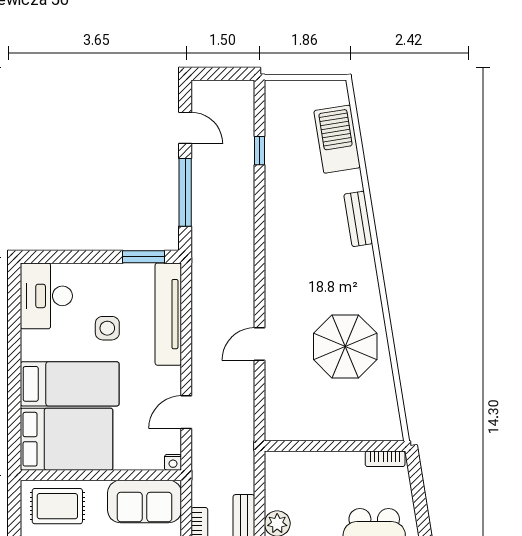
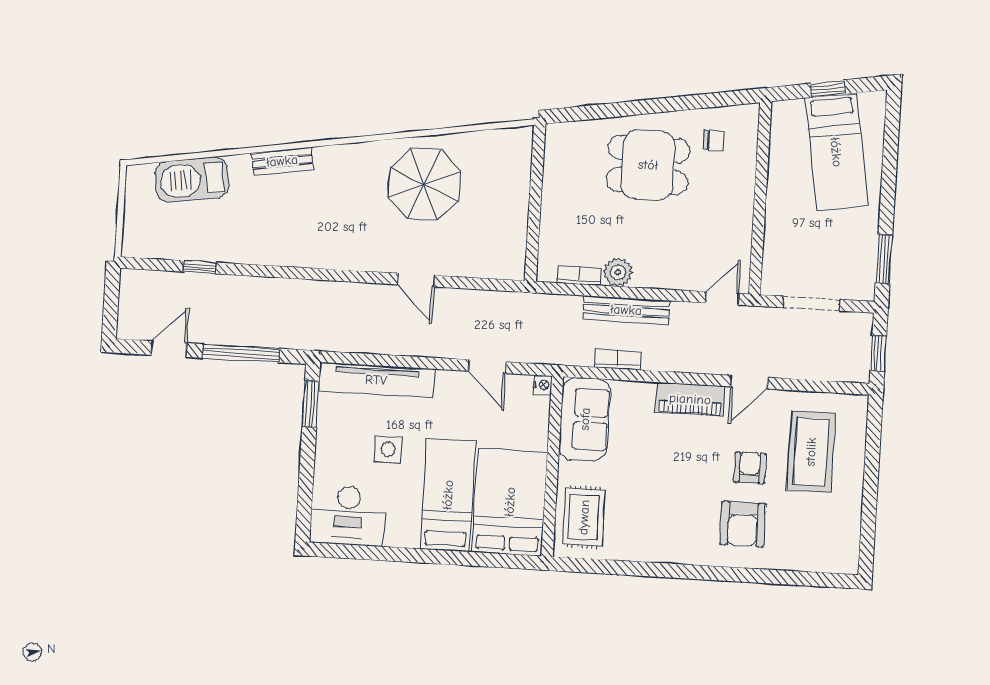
bookcase: (385, 459) -> (579, 275), moved, turned -90

